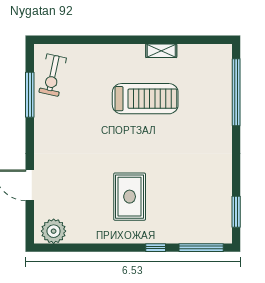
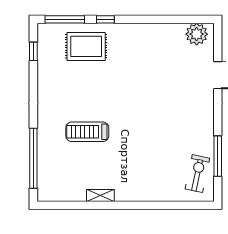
treadmill: (145, 99) -> (87, 132), moved, width x0.73, depth x0.73
rug: (130, 197) -> (86, 46), moved, turned 90
window: (236, 212) -> (33, 51), width x0.67

